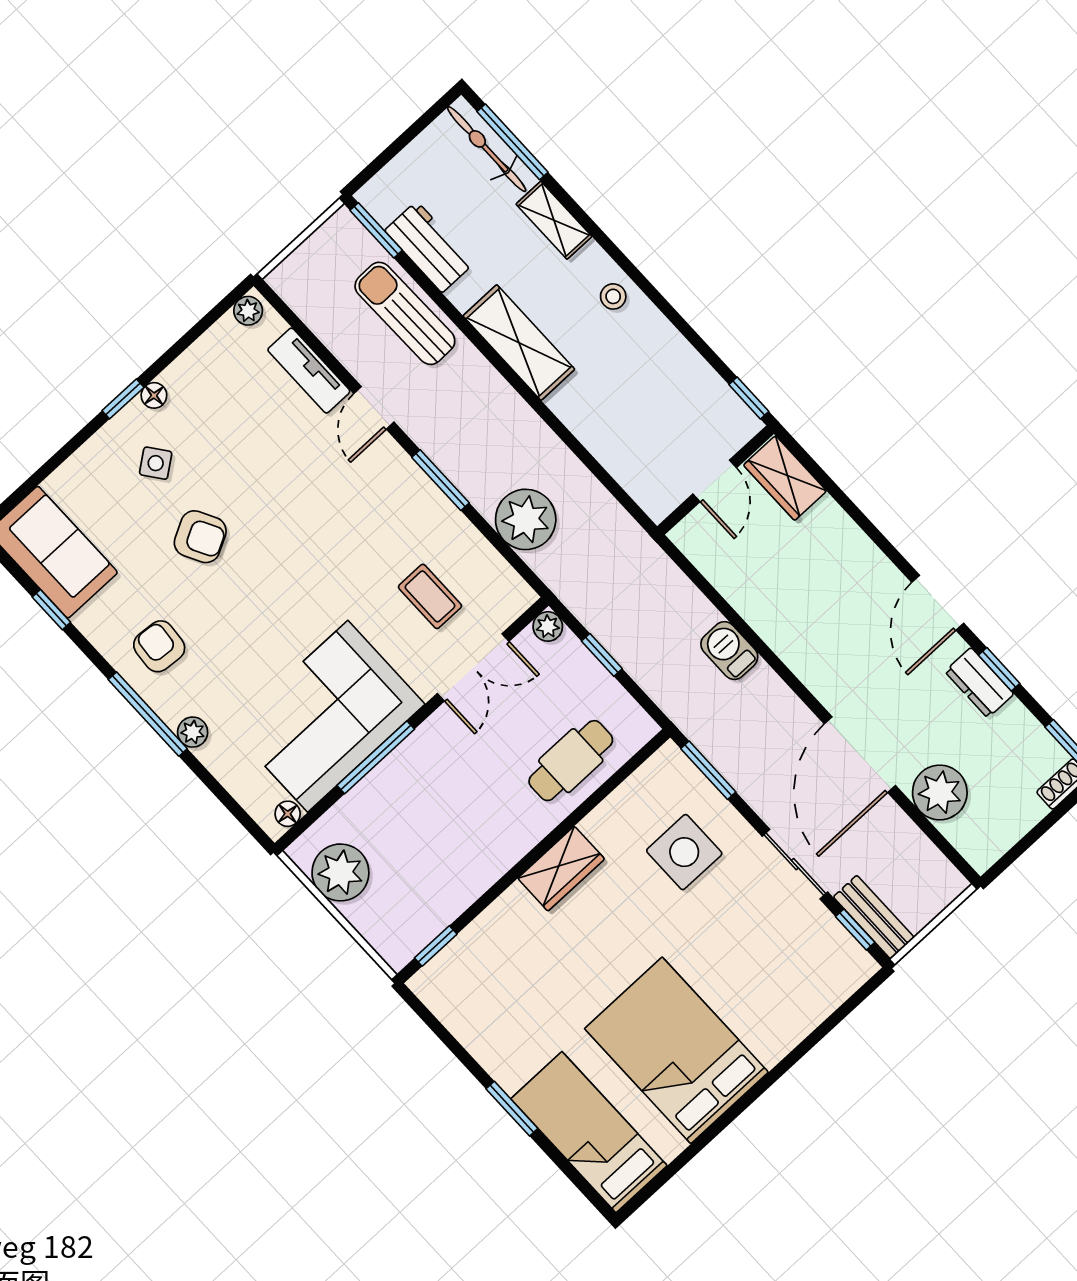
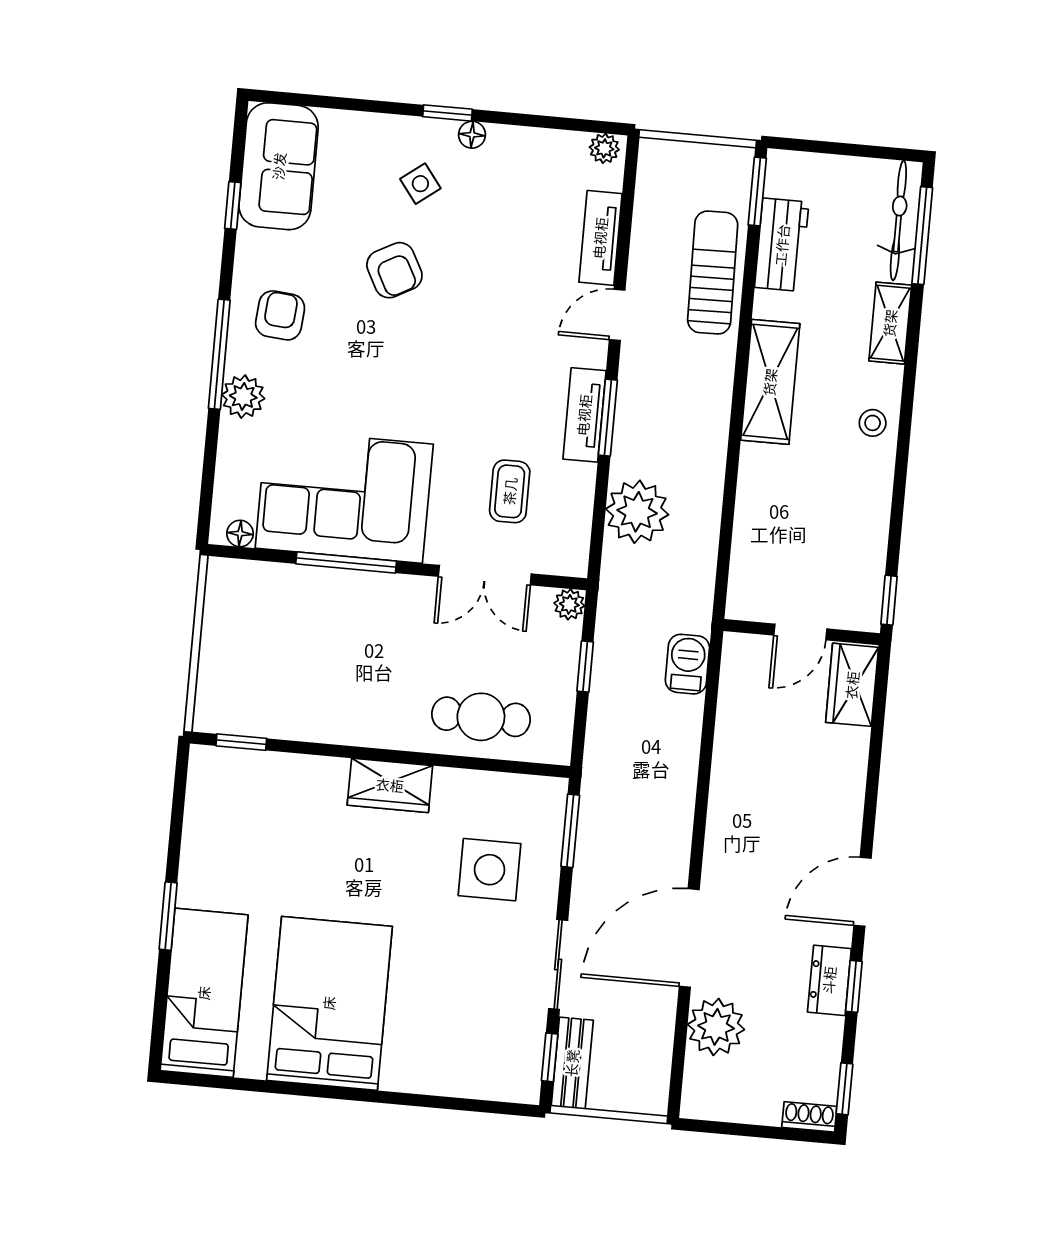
tv unit: (424, 495) -> (584, 415), added
barbecue: (729, 651) -> (687, 664), moved
plant: (193, 732) -> (243, 397), width x1.38, depth x1.38
plant: (340, 872) -> (231, 616), removed

